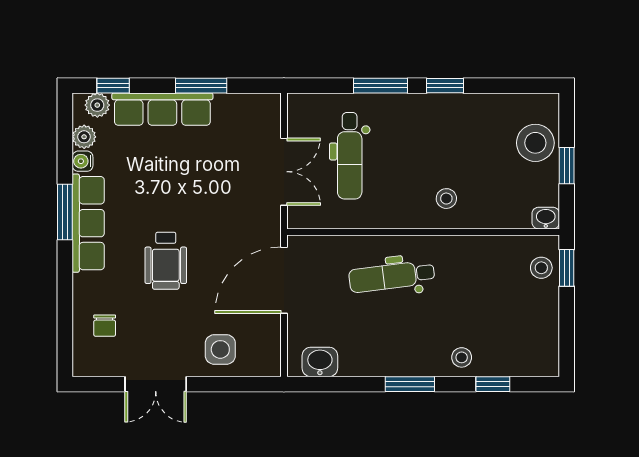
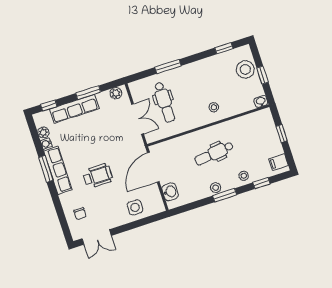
window: (445, 86) -> (224, 48), moved
plant: (97, 105) -> (116, 93), moved
wheelchair: (166, 261) -> (98, 176), turned -90
stool: (541, 268) -> (216, 188), moved
window: (567, 268) -> (282, 133), moved
dental chair: (392, 276) -> (214, 153), moved
filing cabinet: (541, 353) -> (279, 162), added
washbasin: (320, 362) -> (170, 192), moved, turned 90
double door: (156, 384) -> (97, 237), moved

